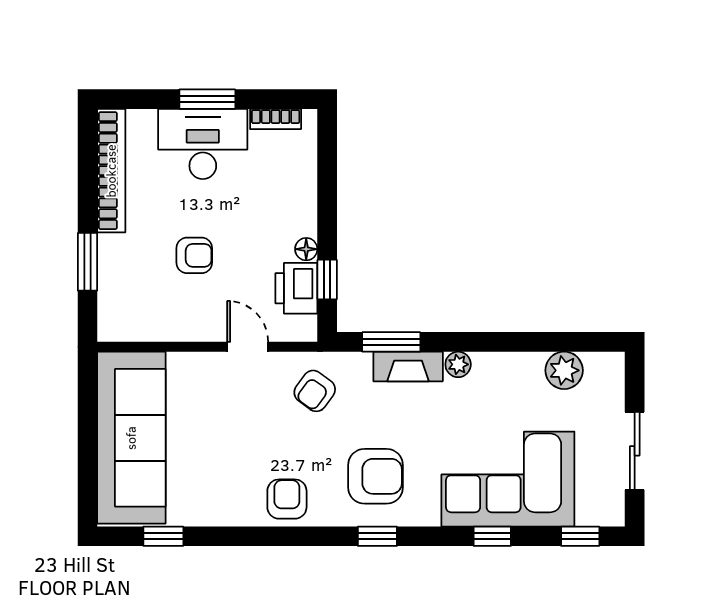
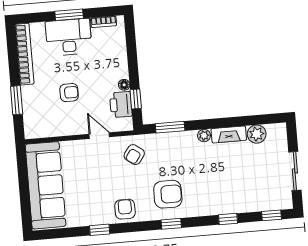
fireplace: (408, 367) -> (229, 134), moved
corner sofa: (508, 479) -> (233, 190), removed
window: (163, 536) -> (100, 230), moved

